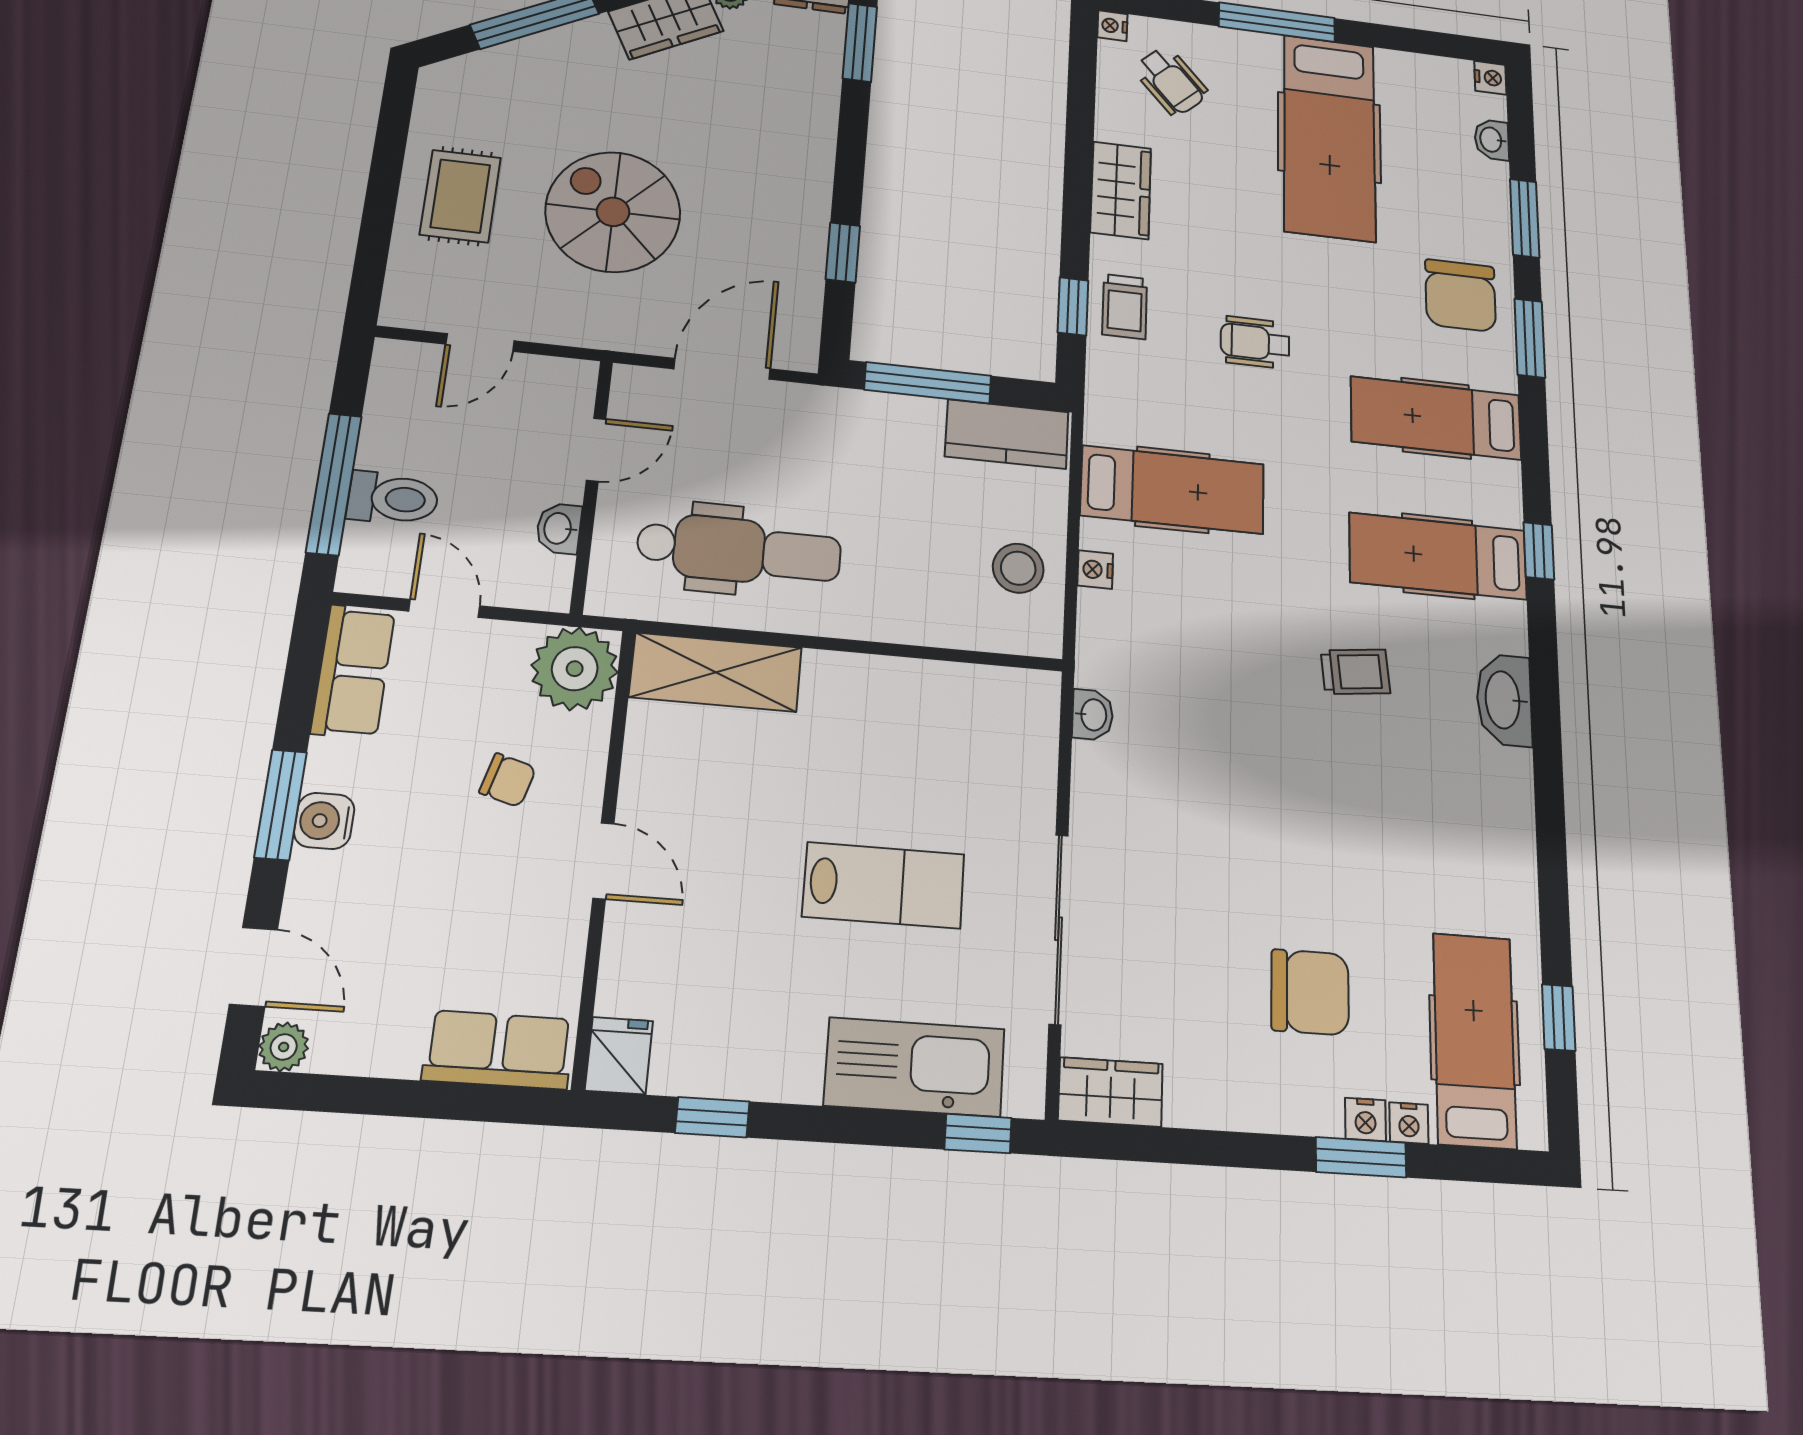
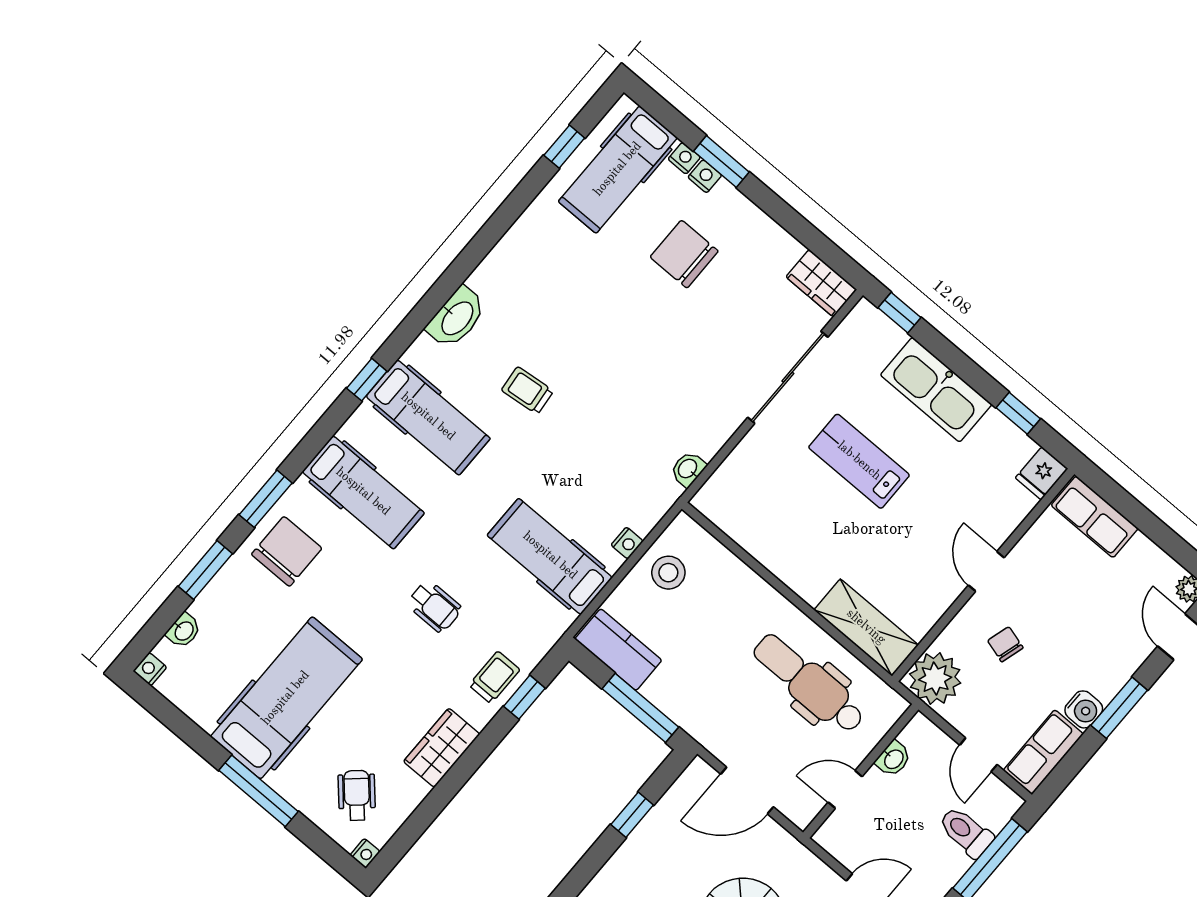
water cooler: (324, 821) -> (1084, 709), moved
kitchen sink: (915, 1067) -> (936, 390), moved

